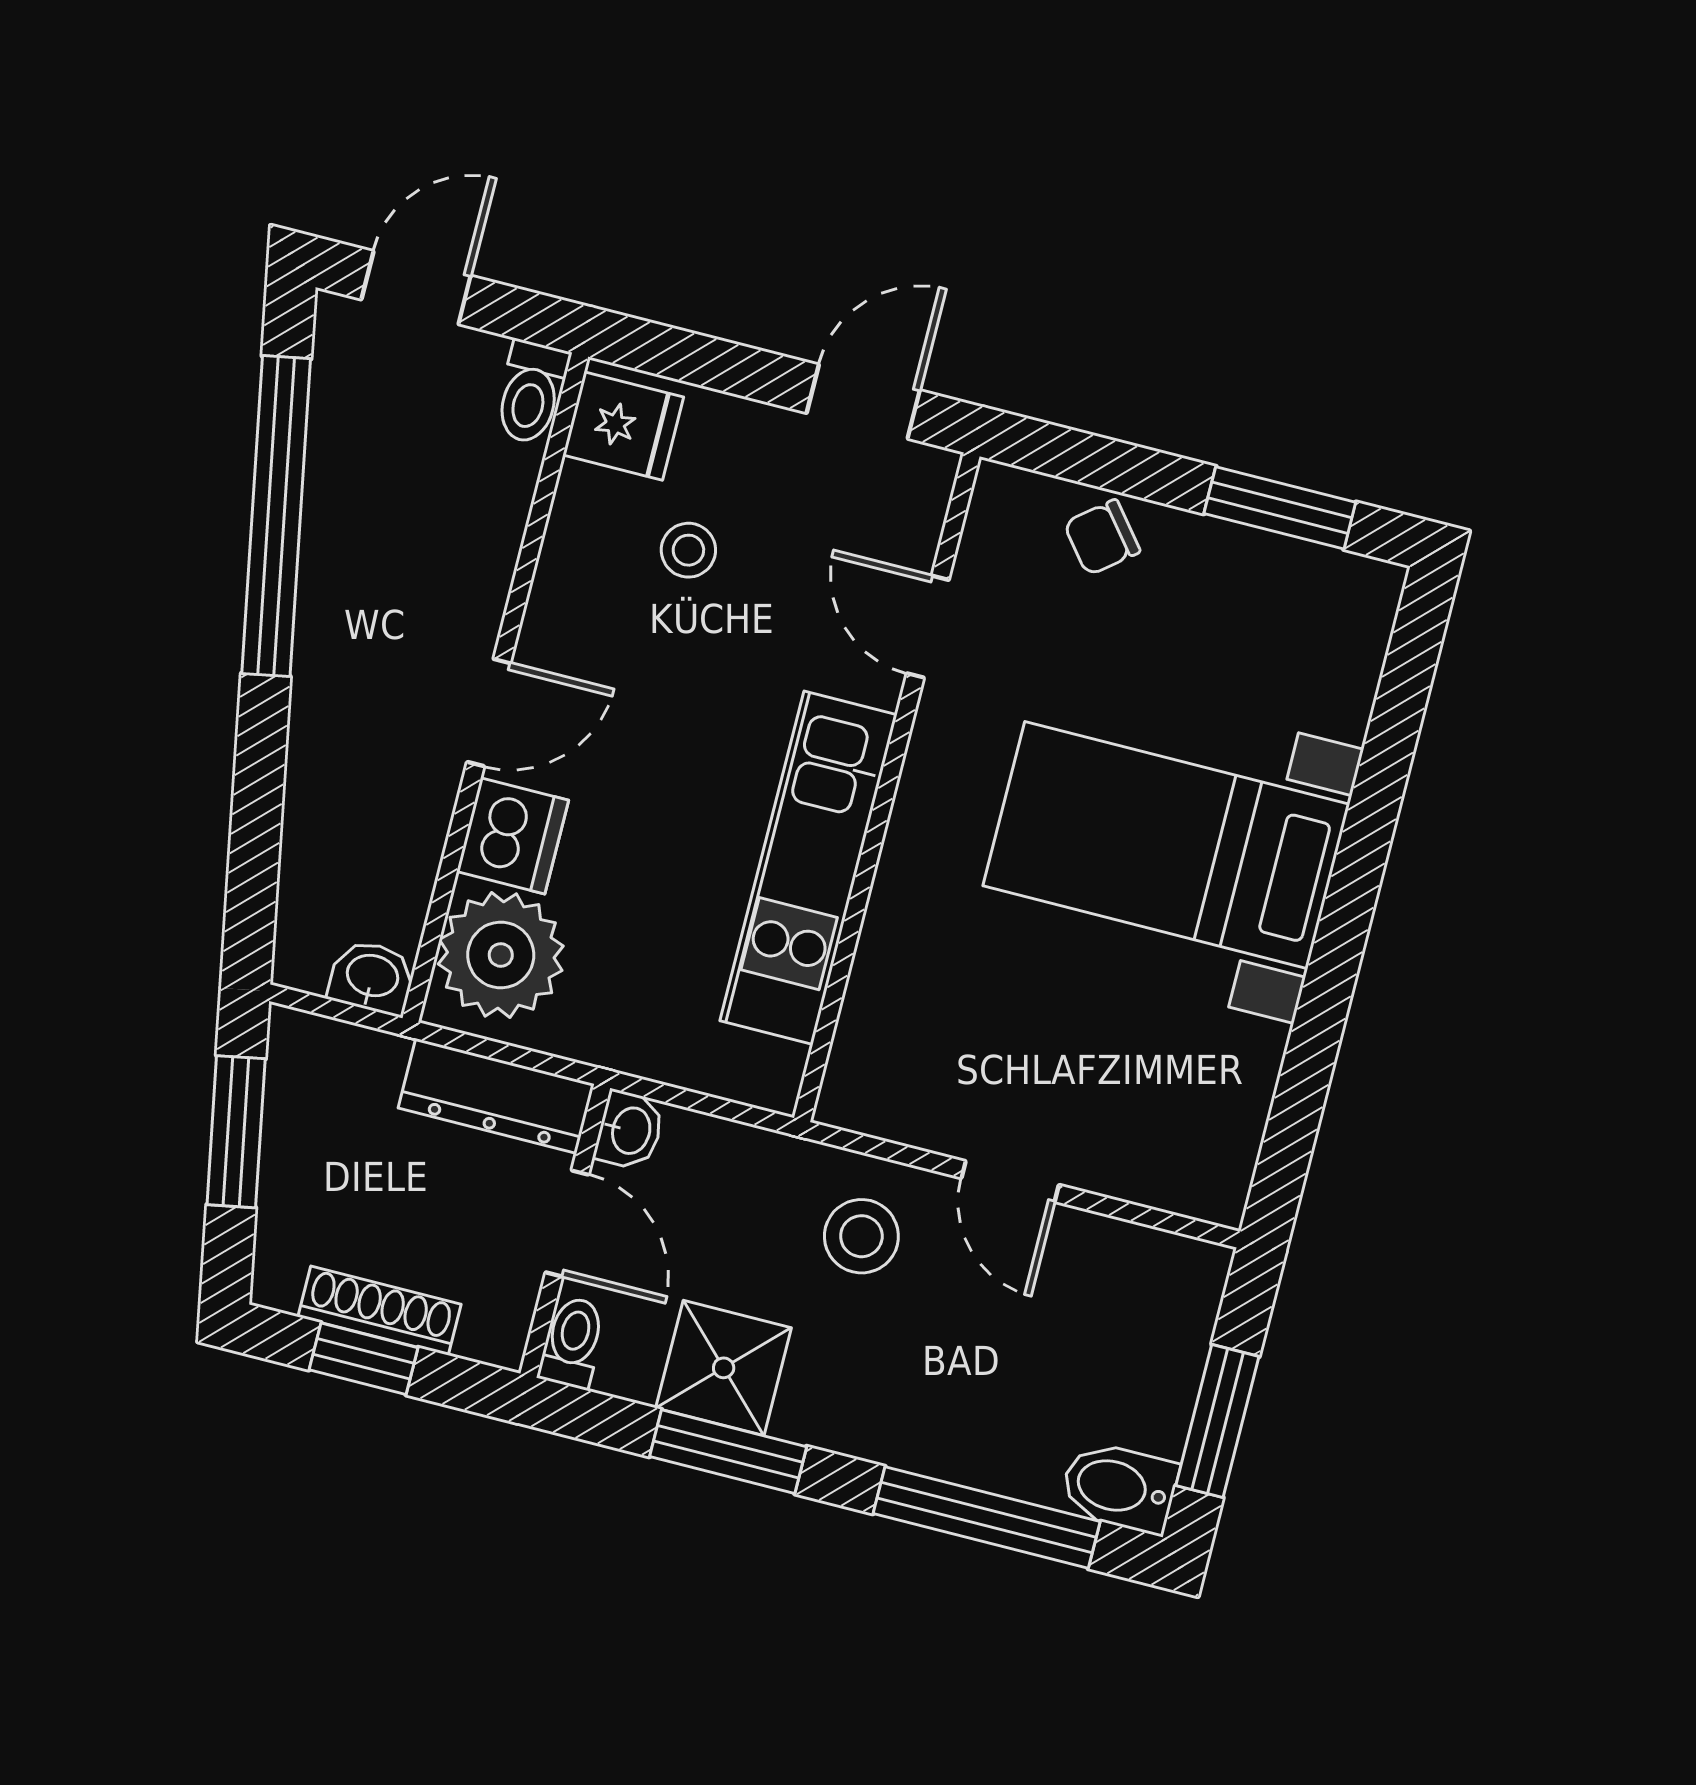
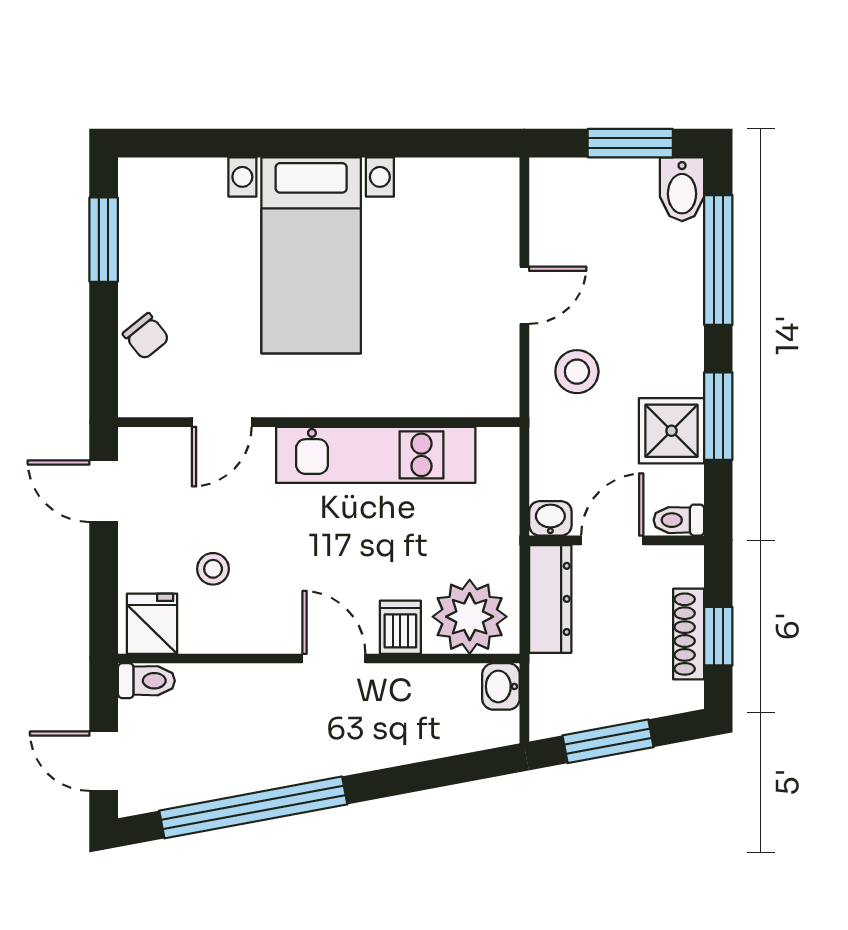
dishwasher: (513, 836) -> (400, 627), width x0.73

